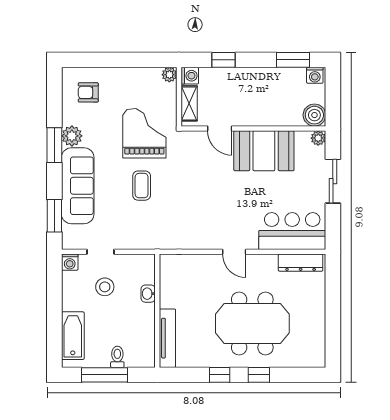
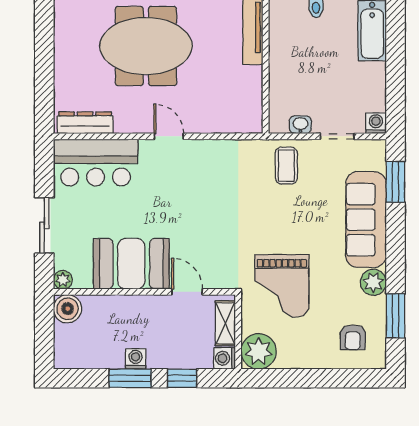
window: (293, 60) -> (130, 378), moved
plant: (169, 75) -> (259, 351), width x1.88, depth x1.88
washing machine: (315, 75) -> (136, 359), moved
armchair: (88, 92) -> (353, 337), turned 90
window: (54, 145) -> (395, 316), moved
coffee table: (142, 186) -> (286, 166), moved
stool: (105, 287) -> (332, 92), removed
washbasin: (148, 294) -> (300, 125), moved, turned -90

